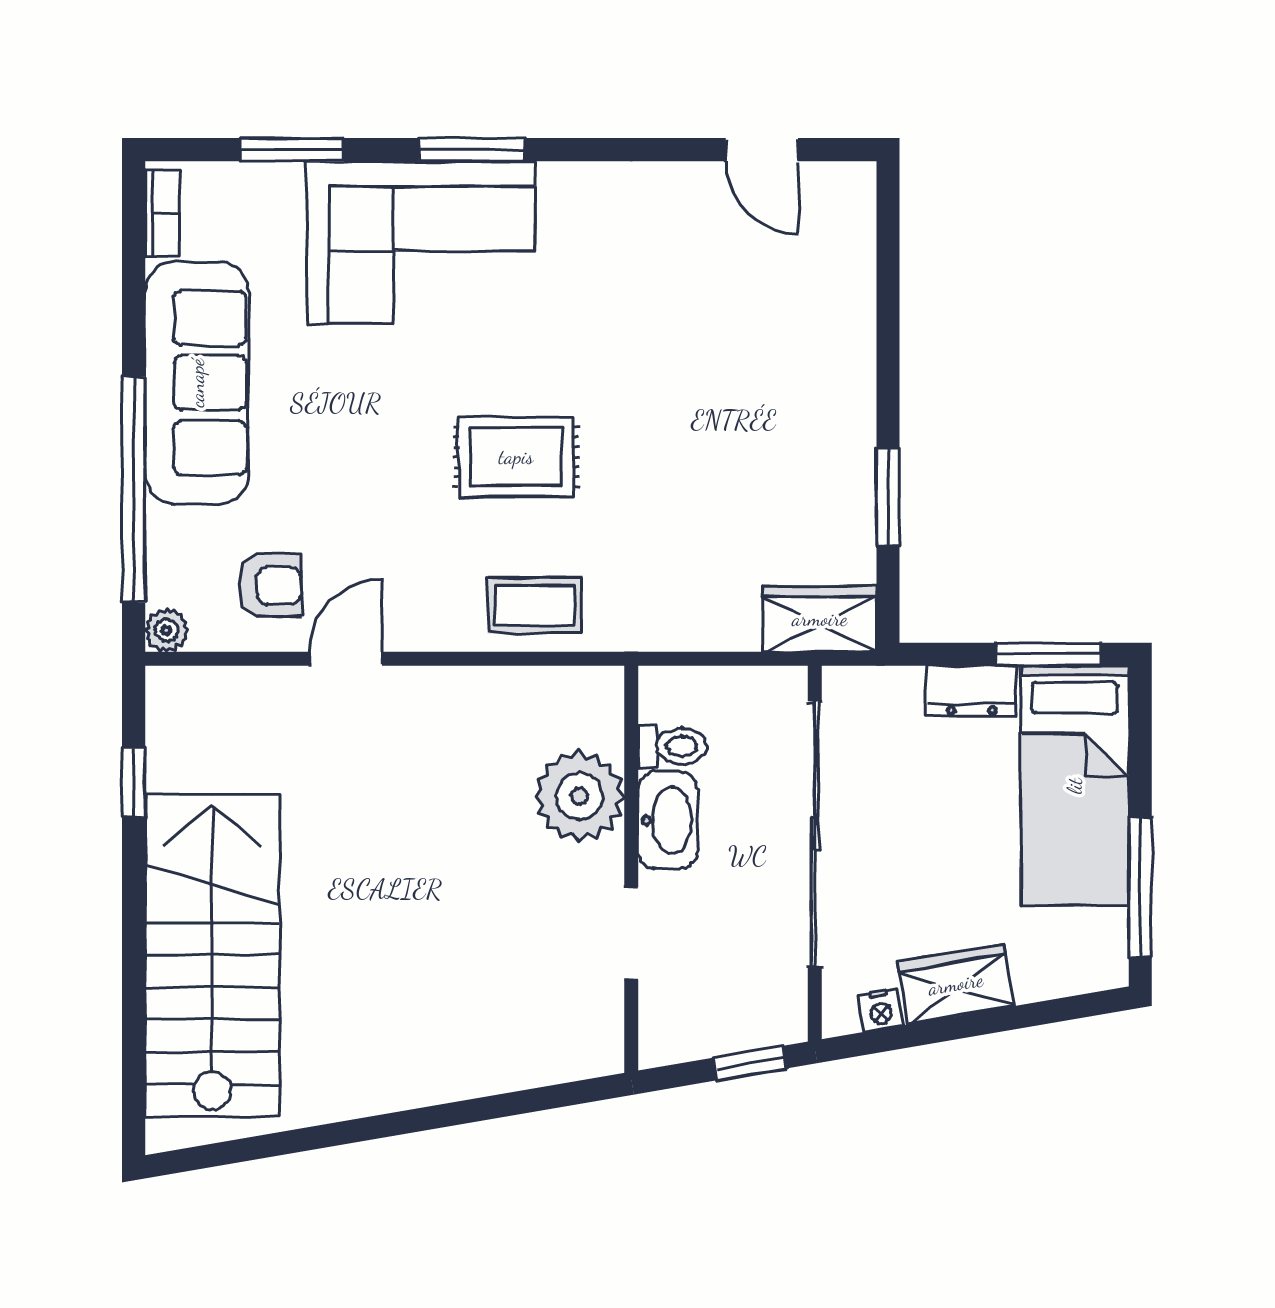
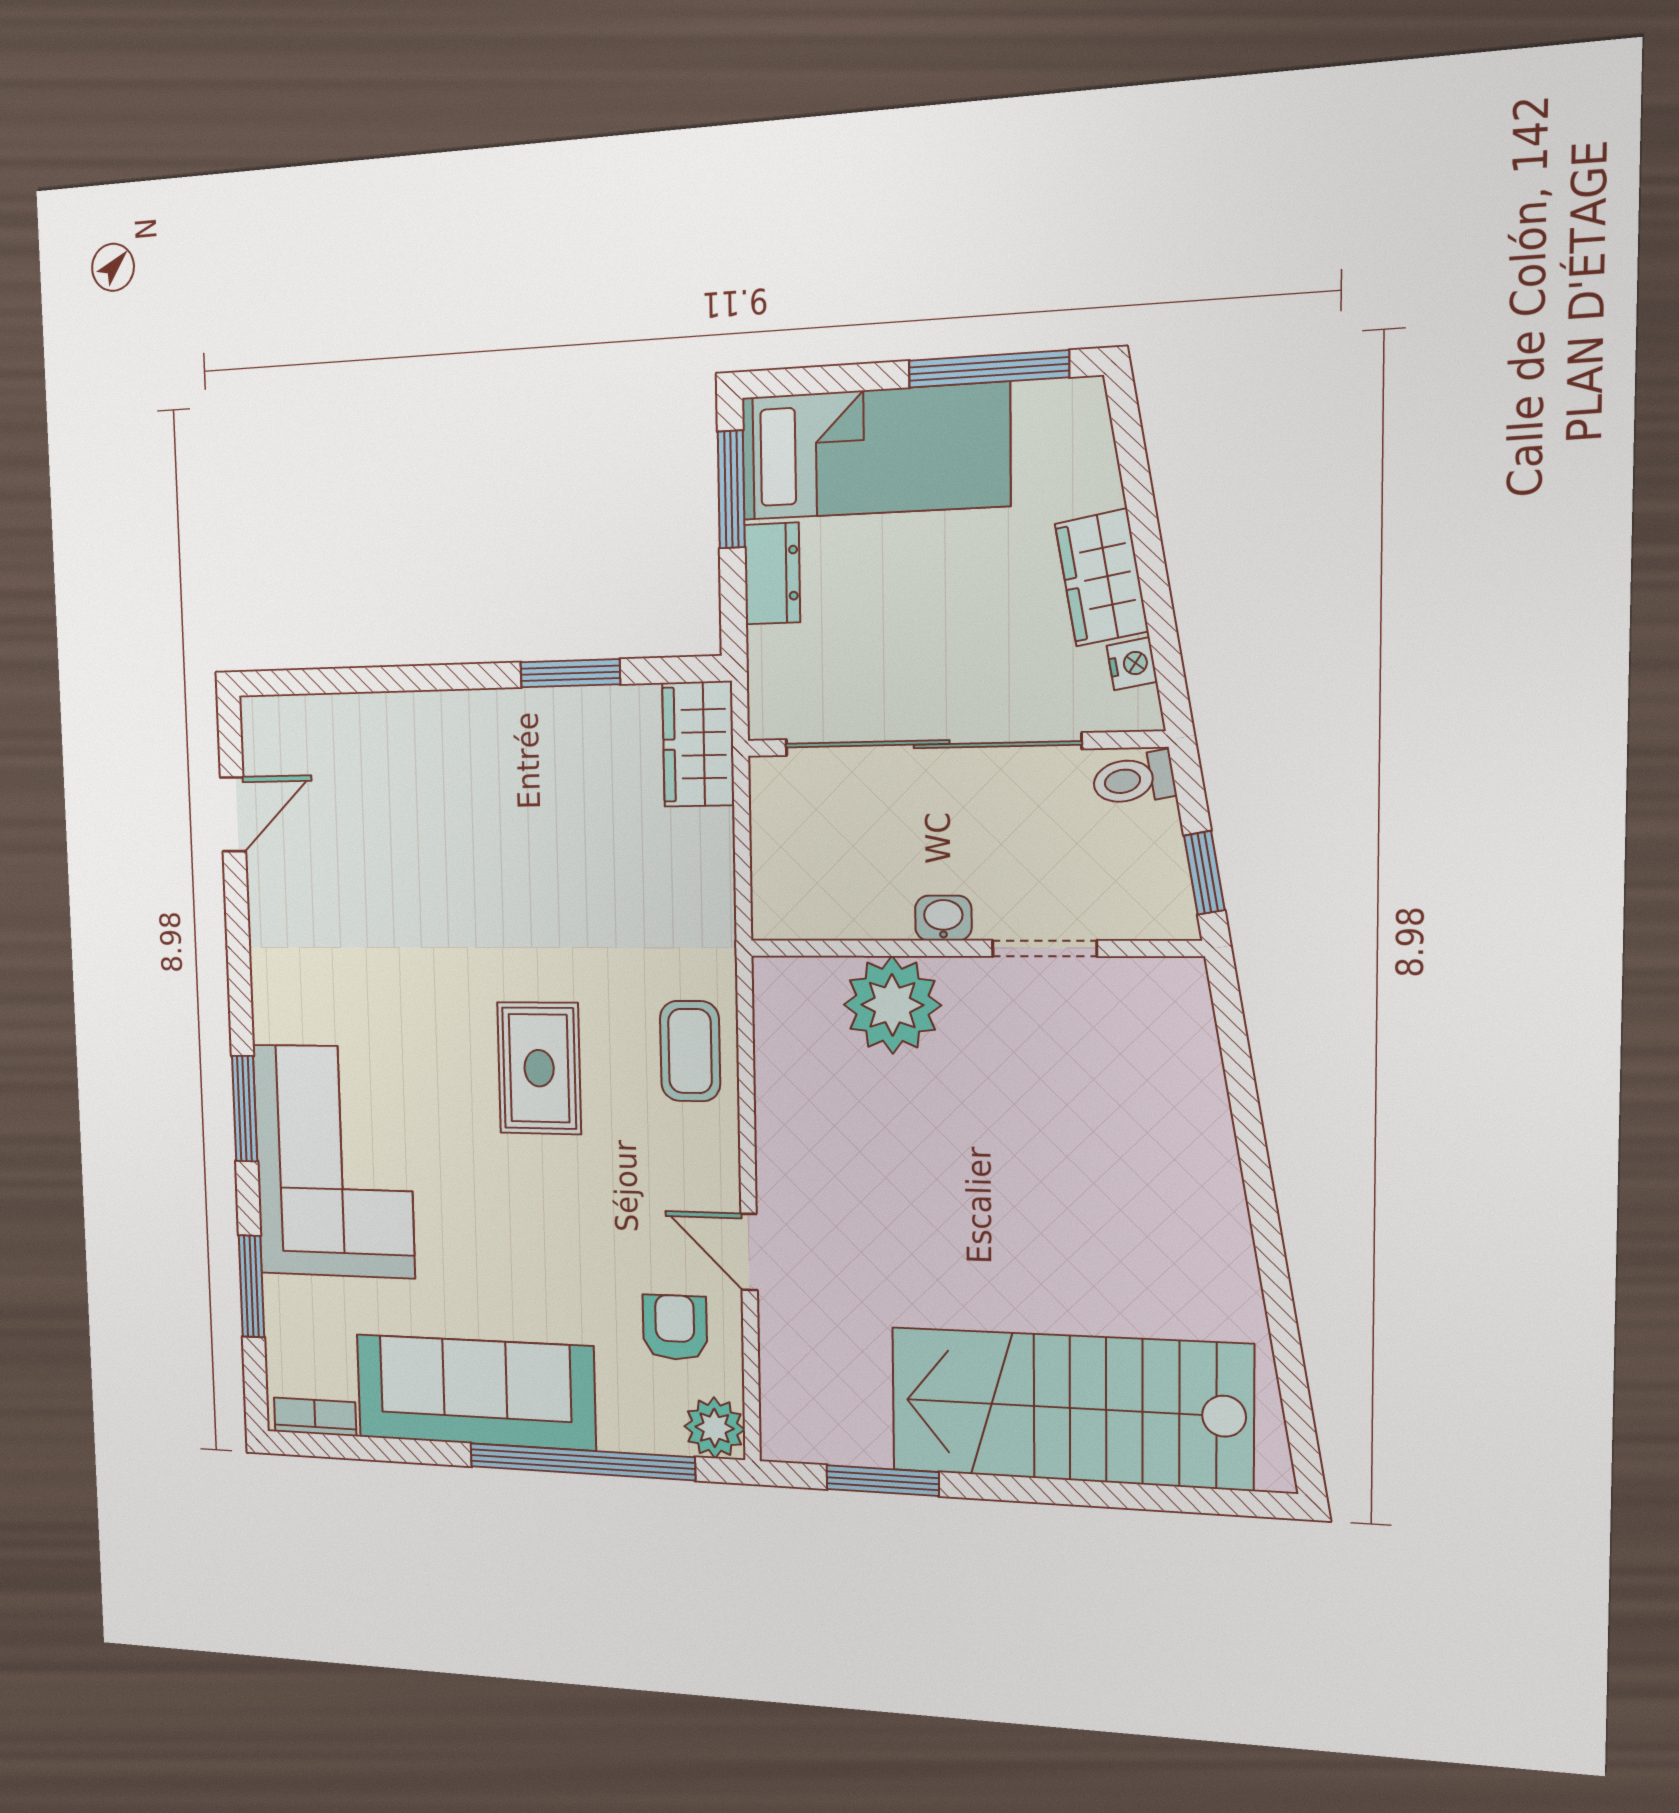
plant: (167, 630) -> (714, 1428), width x1.38, depth x1.38
toilet: (672, 746) -> (1133, 779), moved, turned -100
window: (134, 782) -> (883, 1481), width x1.50
washbasin: (668, 820) -> (943, 918), width x0.52, depth x0.69
window: (750, 1063) -> (1204, 873), moved

